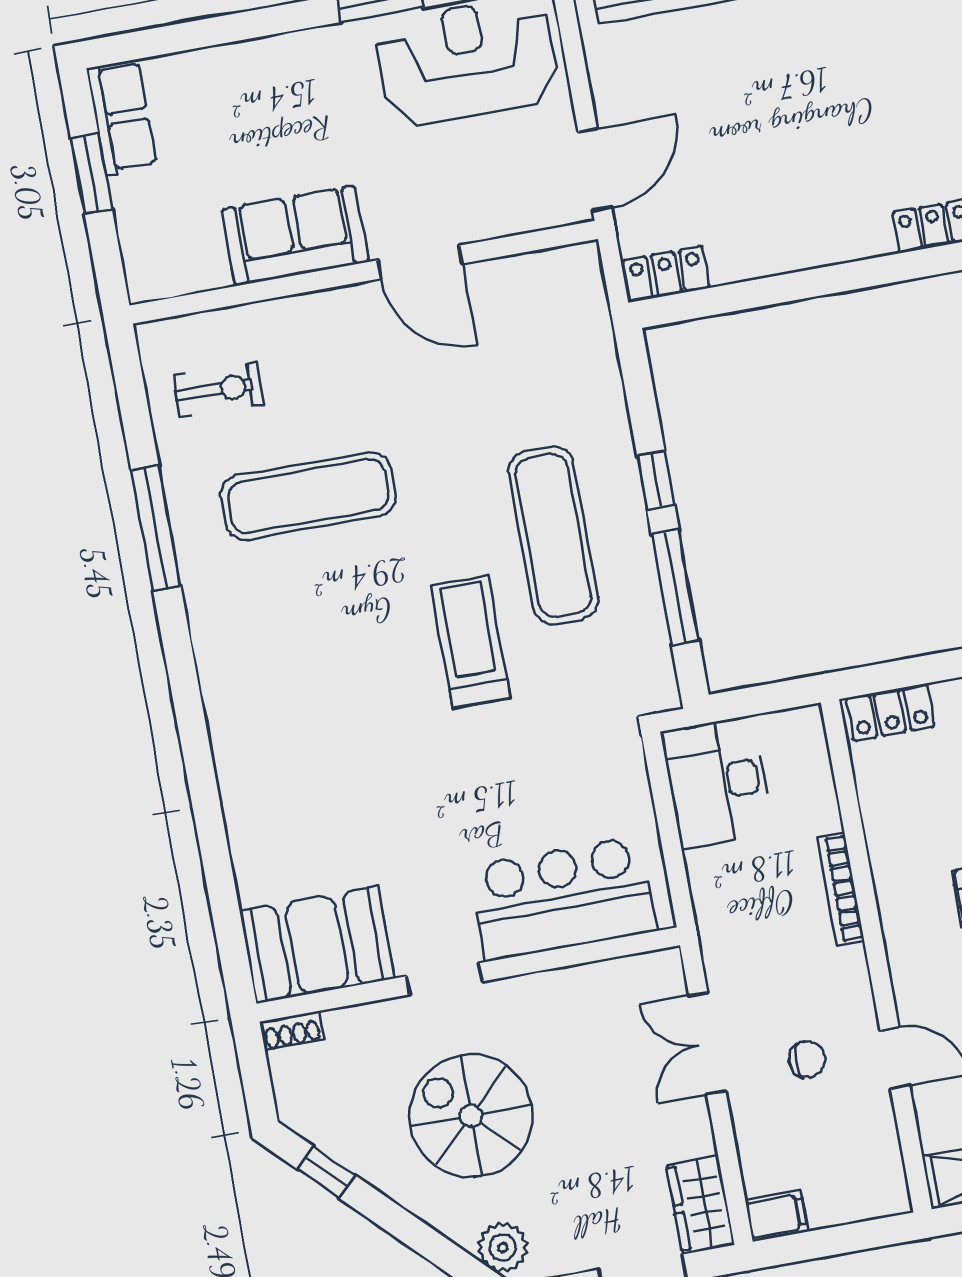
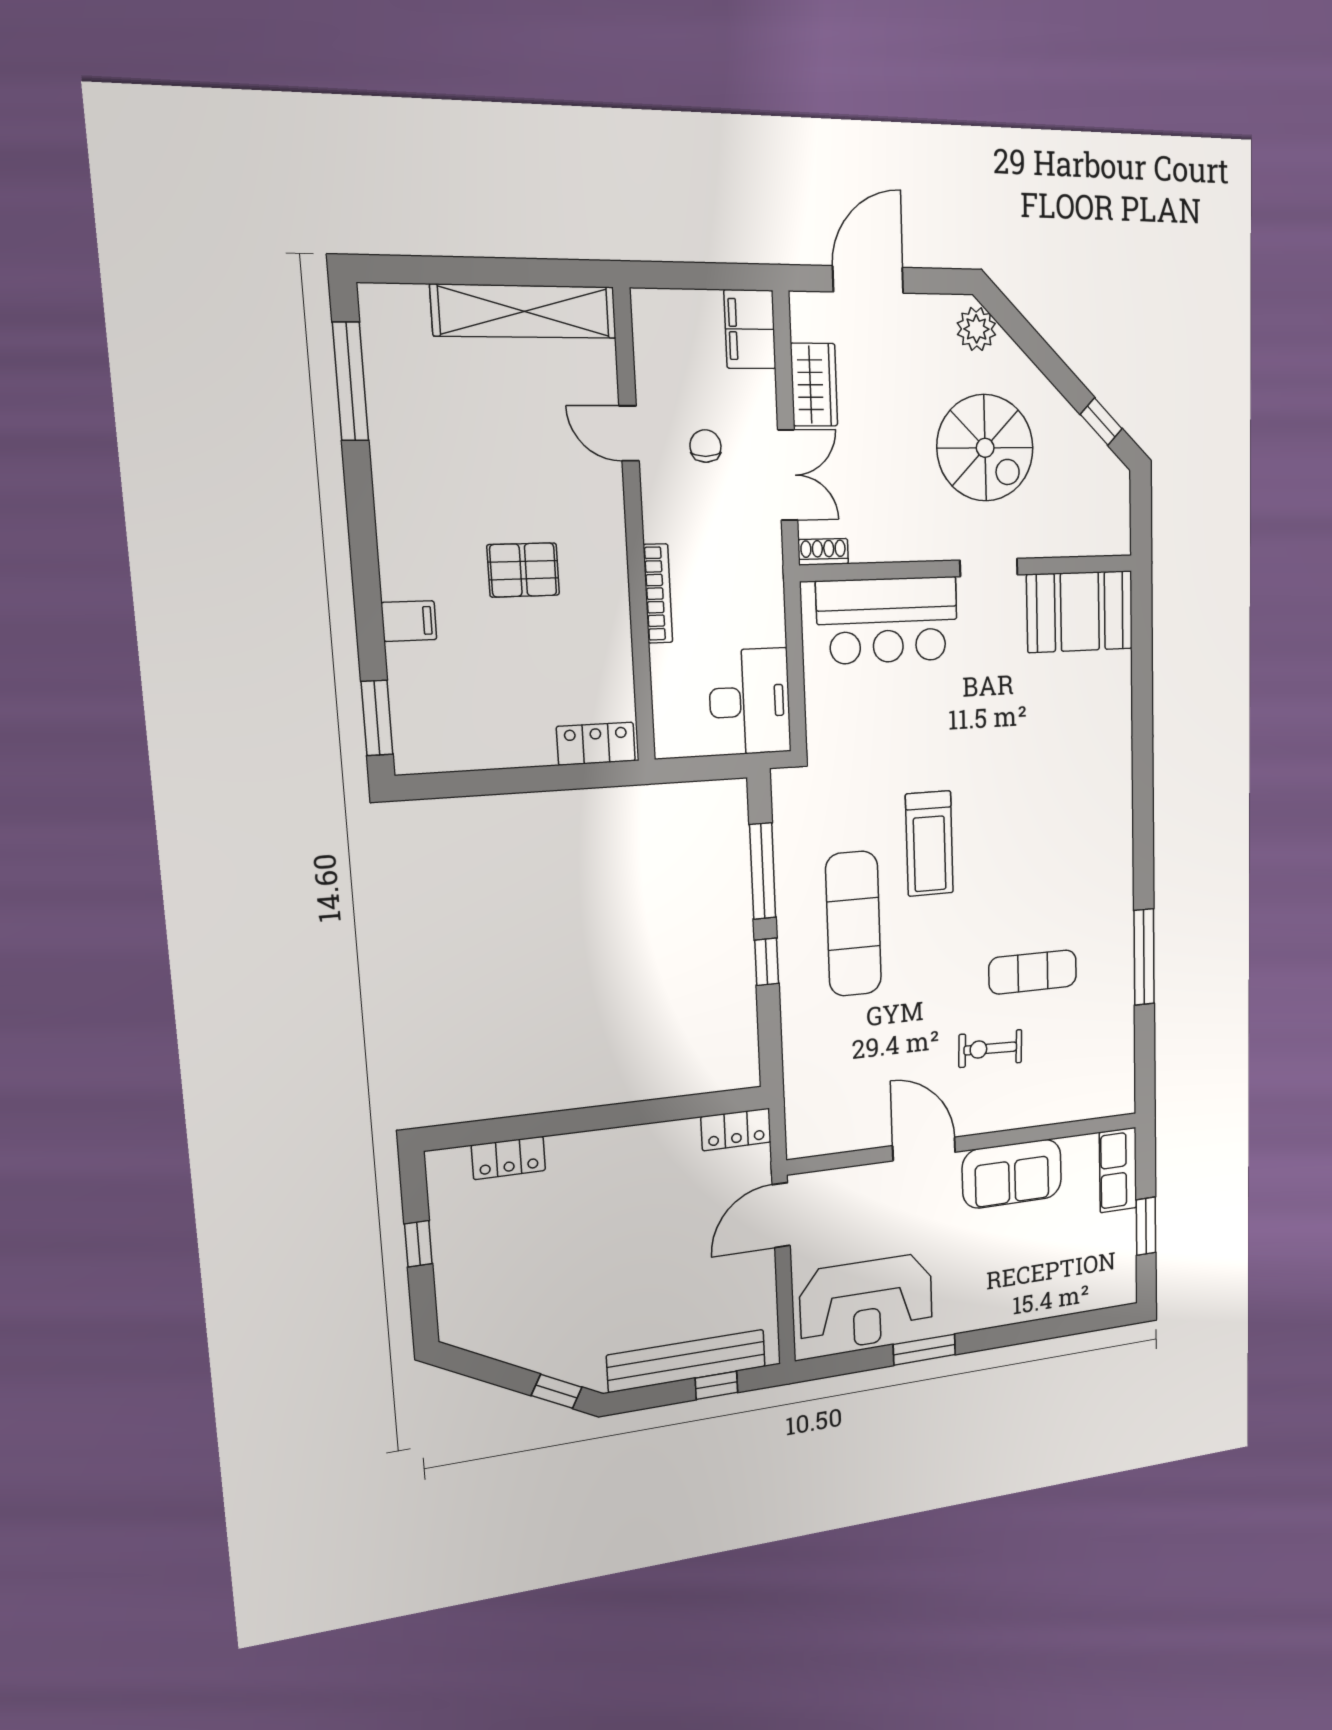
row of seats: (122, 117) -> (1118, 1170), moved
exercise bike: (218, 390) -> (990, 1049), moved
exercise mat: (308, 496) -> (1033, 972), width x0.73, depth x0.69
shoe rack: (292, 1031) -> (823, 552), moved
chair: (807, 1059) -> (705, 446), turned 90
wardrobe: (700, 1205) -> (814, 385), moved
filing cabinet: (777, 1216) -> (750, 329), width x2.00

